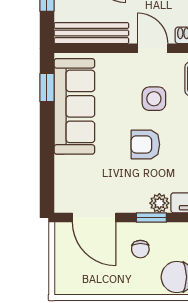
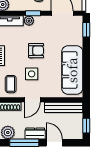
door: (153, 48) -> (32, 100), hinge flipped
window: (47, 88) -> (86, 30), moved

